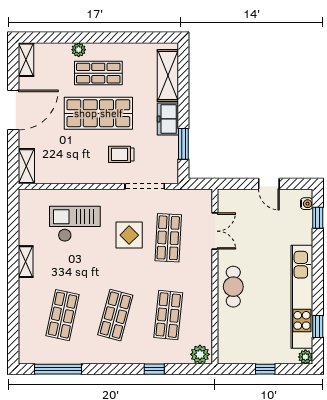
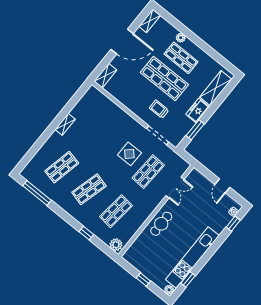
checkout: (75, 224) -> (106, 125), removed

